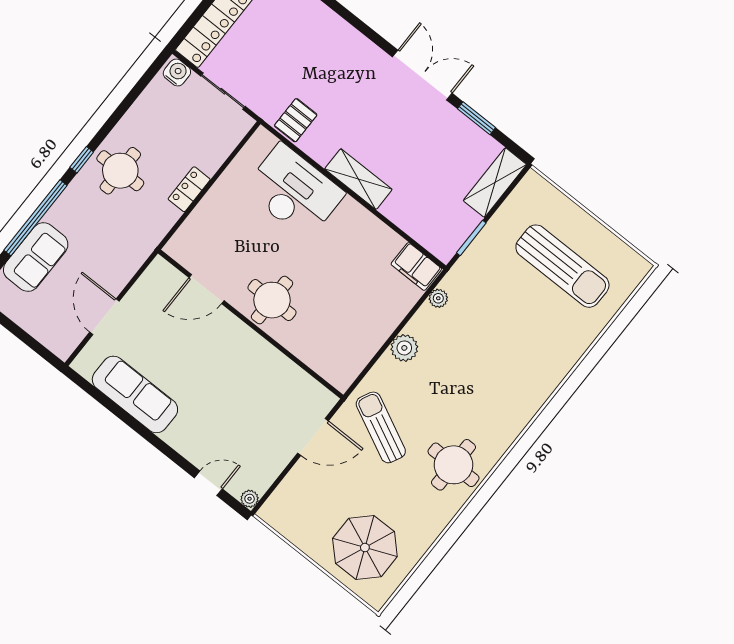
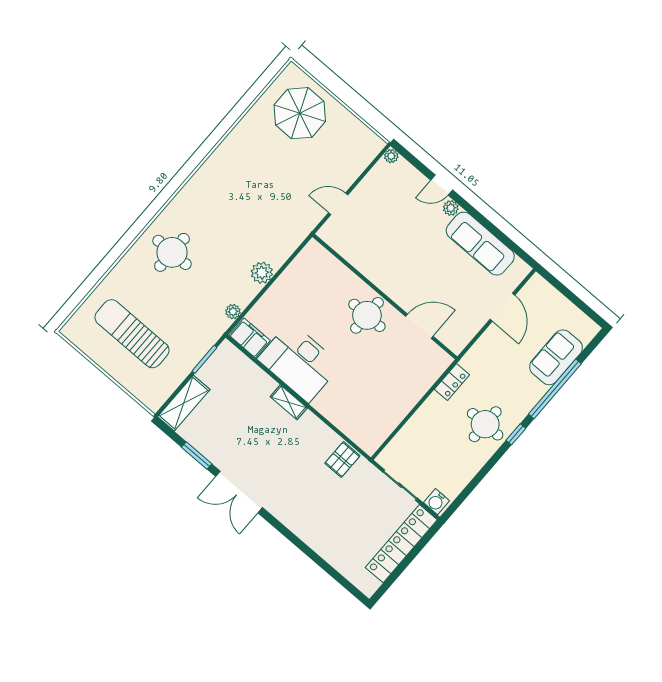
shelving: (358, 179) -> (289, 402), width x0.67, depth x0.75
locker: (189, 189) -> (452, 382), moved
desk: (294, 191) -> (299, 362), moved
sun lounger: (381, 427) -> (283, 209), removed
plant: (173, 437) -> (451, 208), added
door: (313, 437) -> (338, 204), width x0.73
round table: (454, 465) -> (172, 252), moved
door: (208, 483) -> (442, 185), moved

